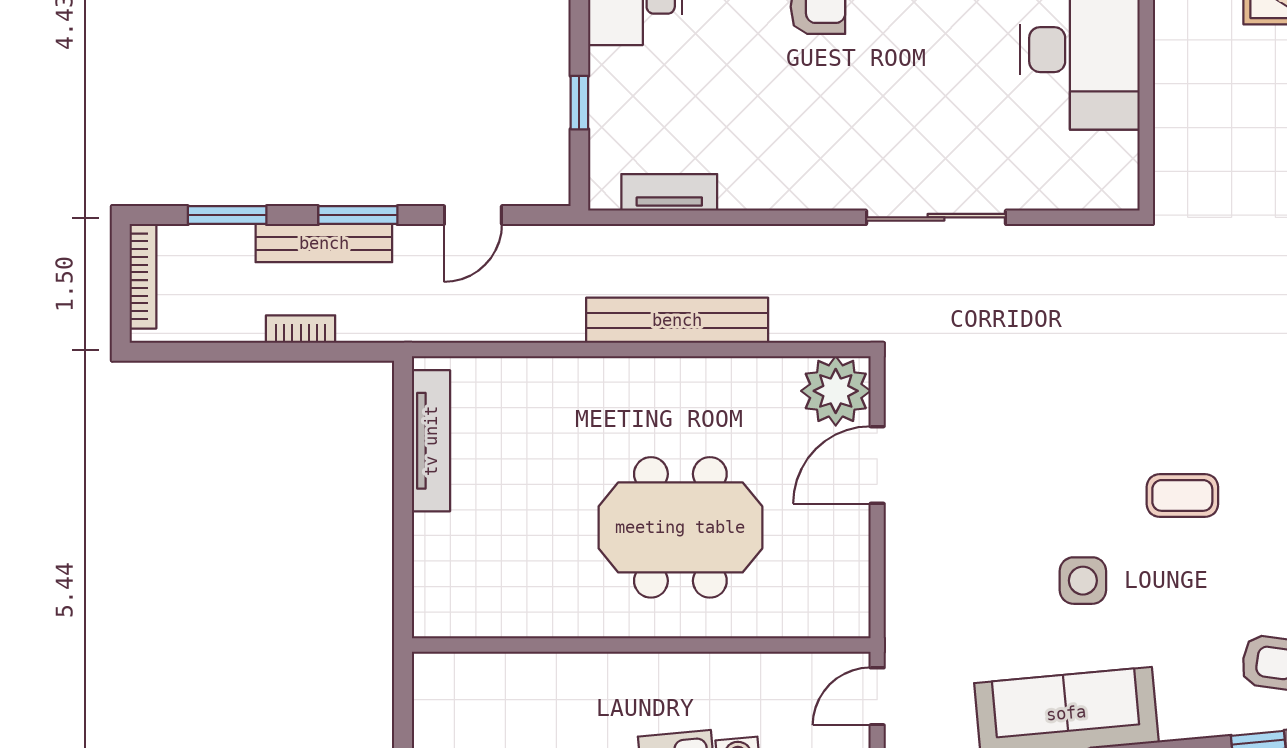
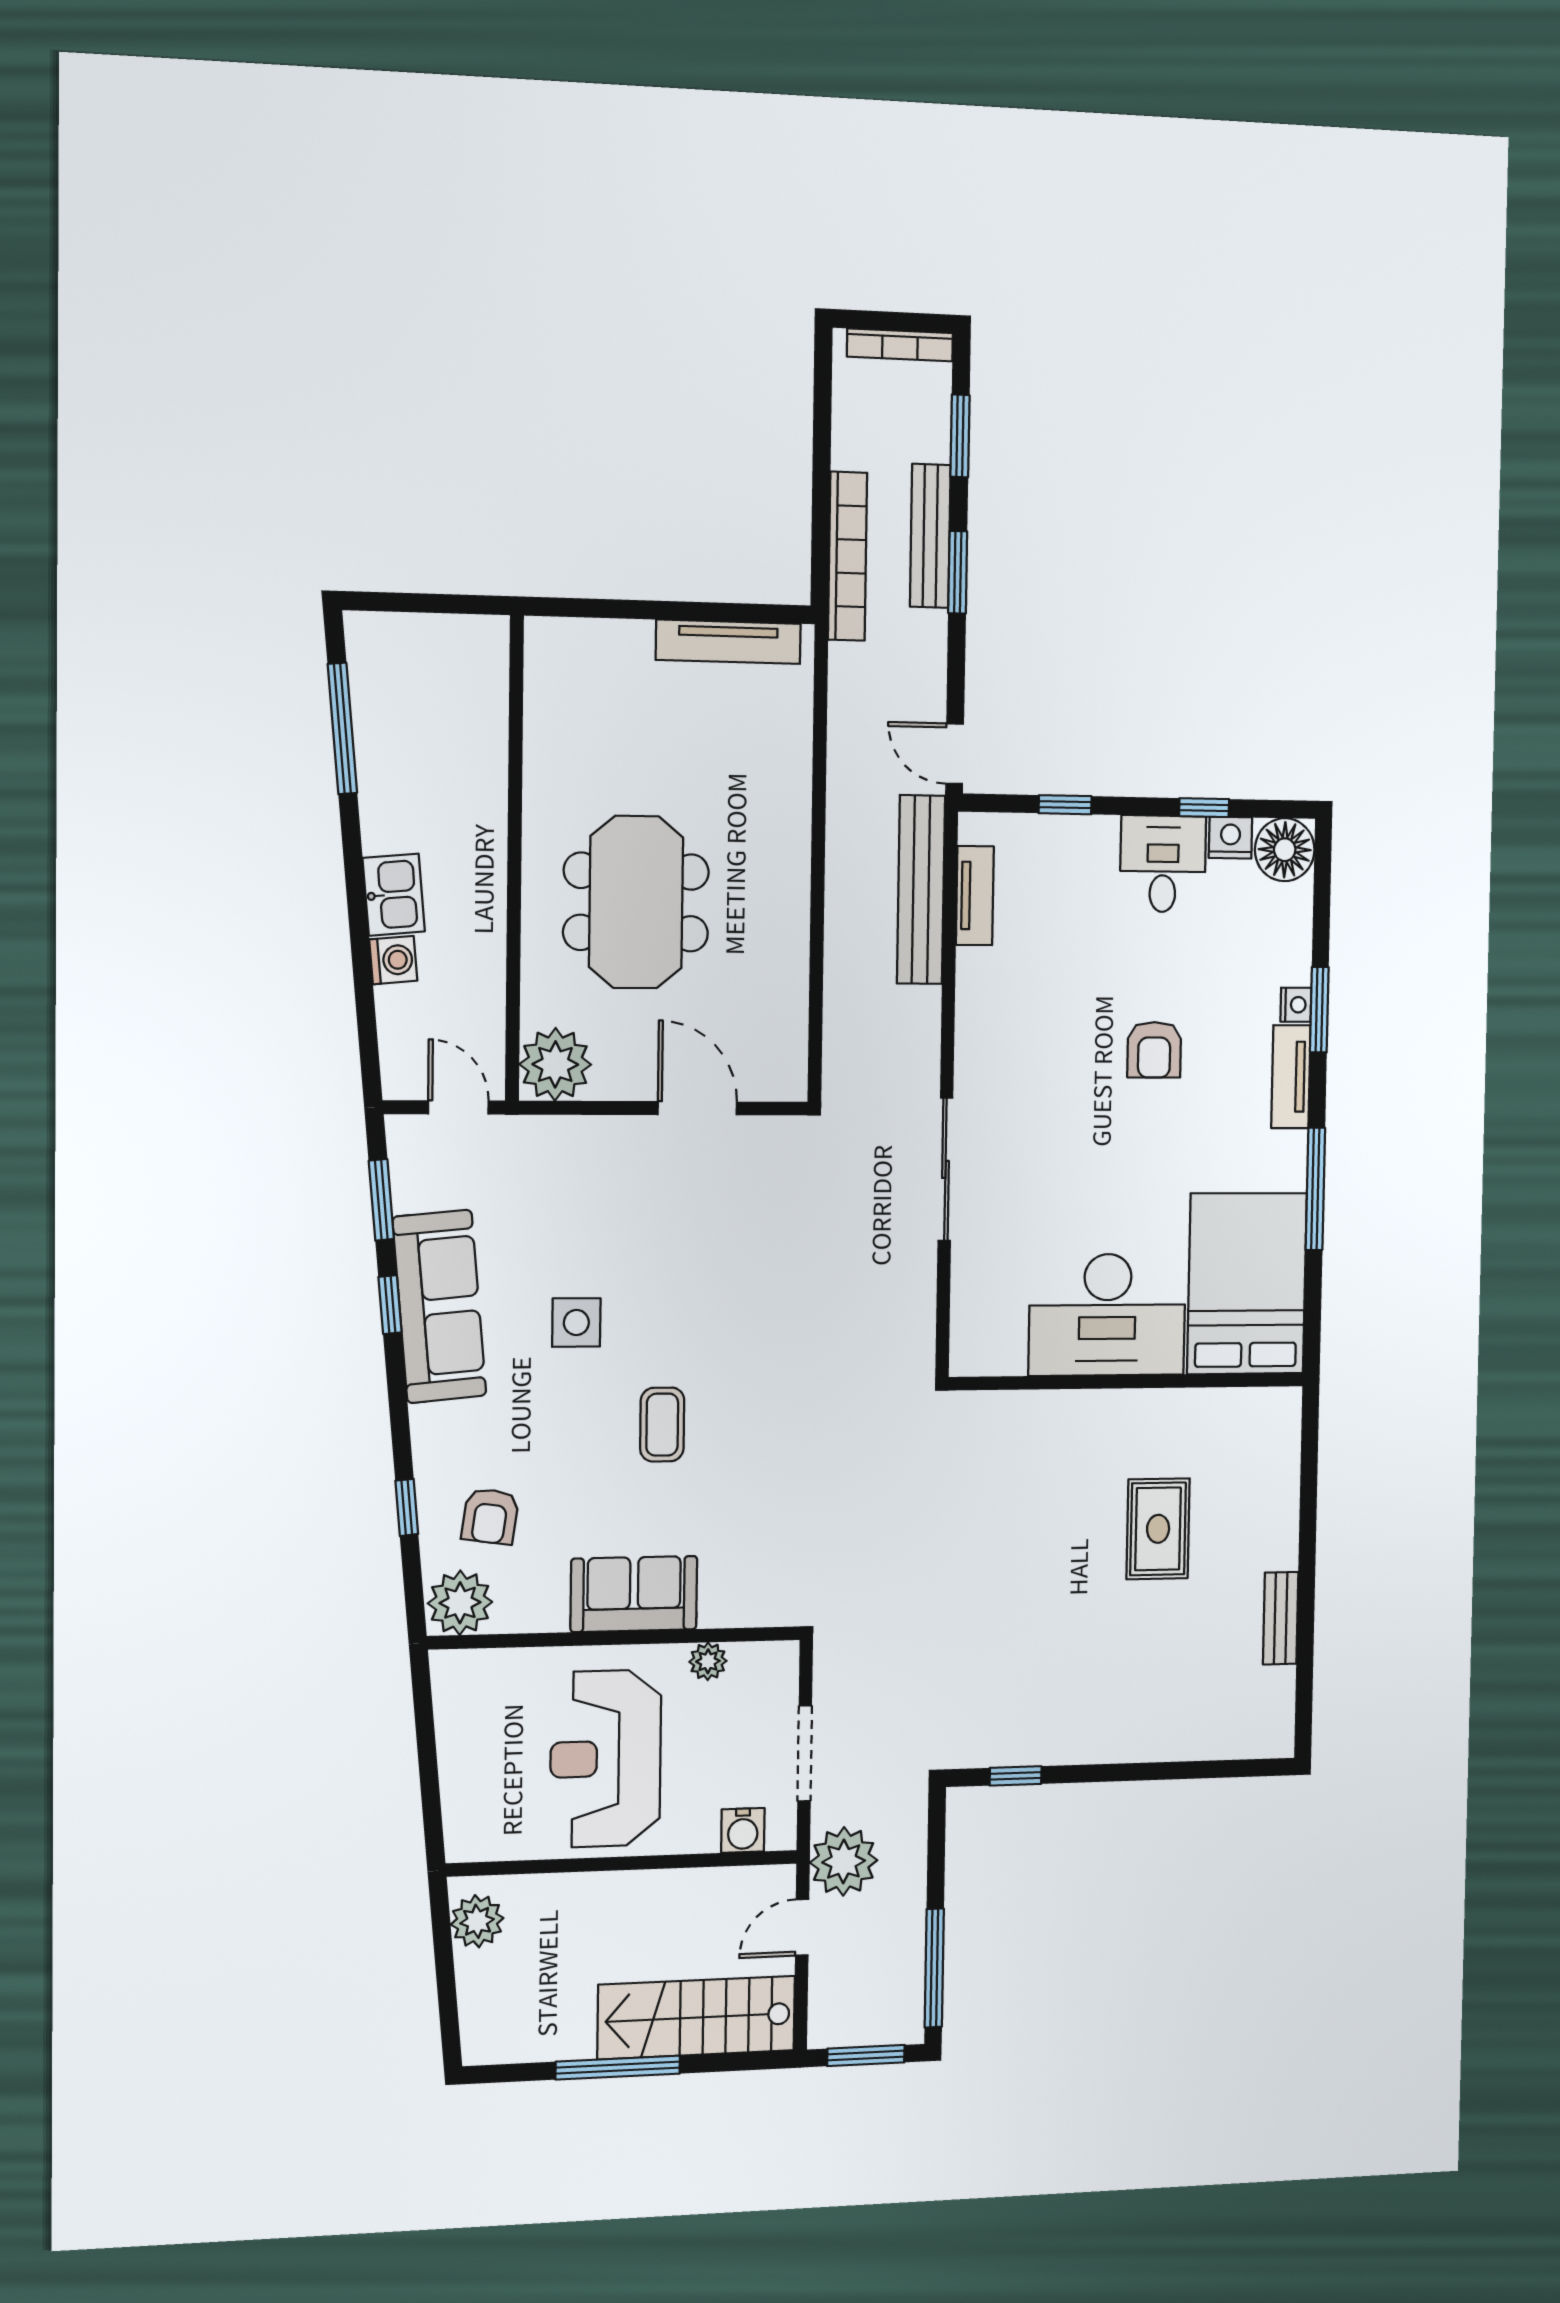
door: (473, 215) -> (955, 754), moved
bench: (677, 320) -> (921, 890), moved
bookcase: (301, 329) -> (848, 556), width x2.31, depth x1.31
plant: (836, 391) -> (555, 1064), moved

